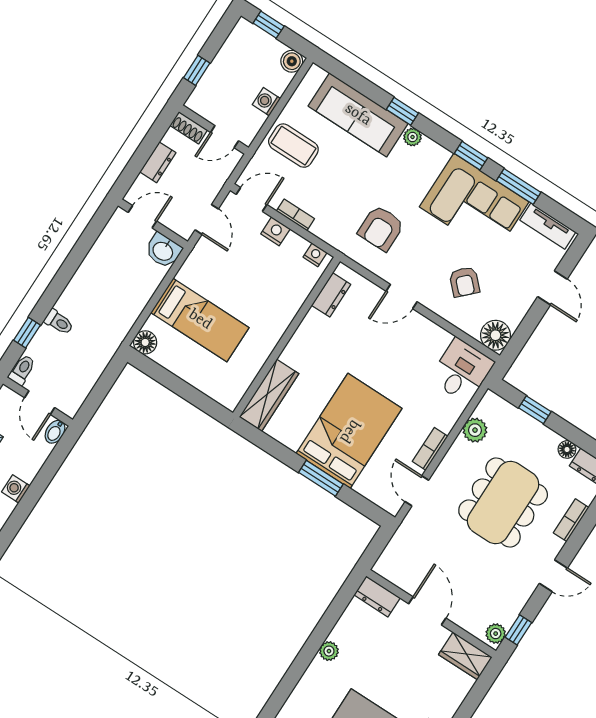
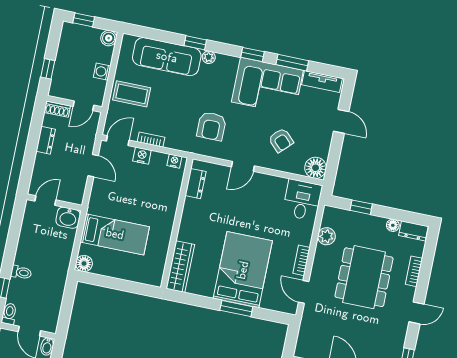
door: (142, 217) -> (45, 201), moved
wall: (153, 224) -> (54, 202), moved
washbasin: (163, 251) -> (68, 218), moved

